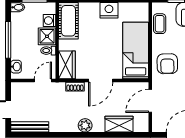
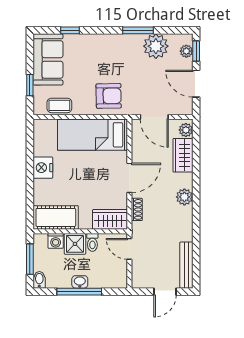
washbasin: (16, 67) -> (80, 282), moved
door: (101, 81) -> (129, 178), hinge flipped
plant: (140, 127) -> (186, 130), added

